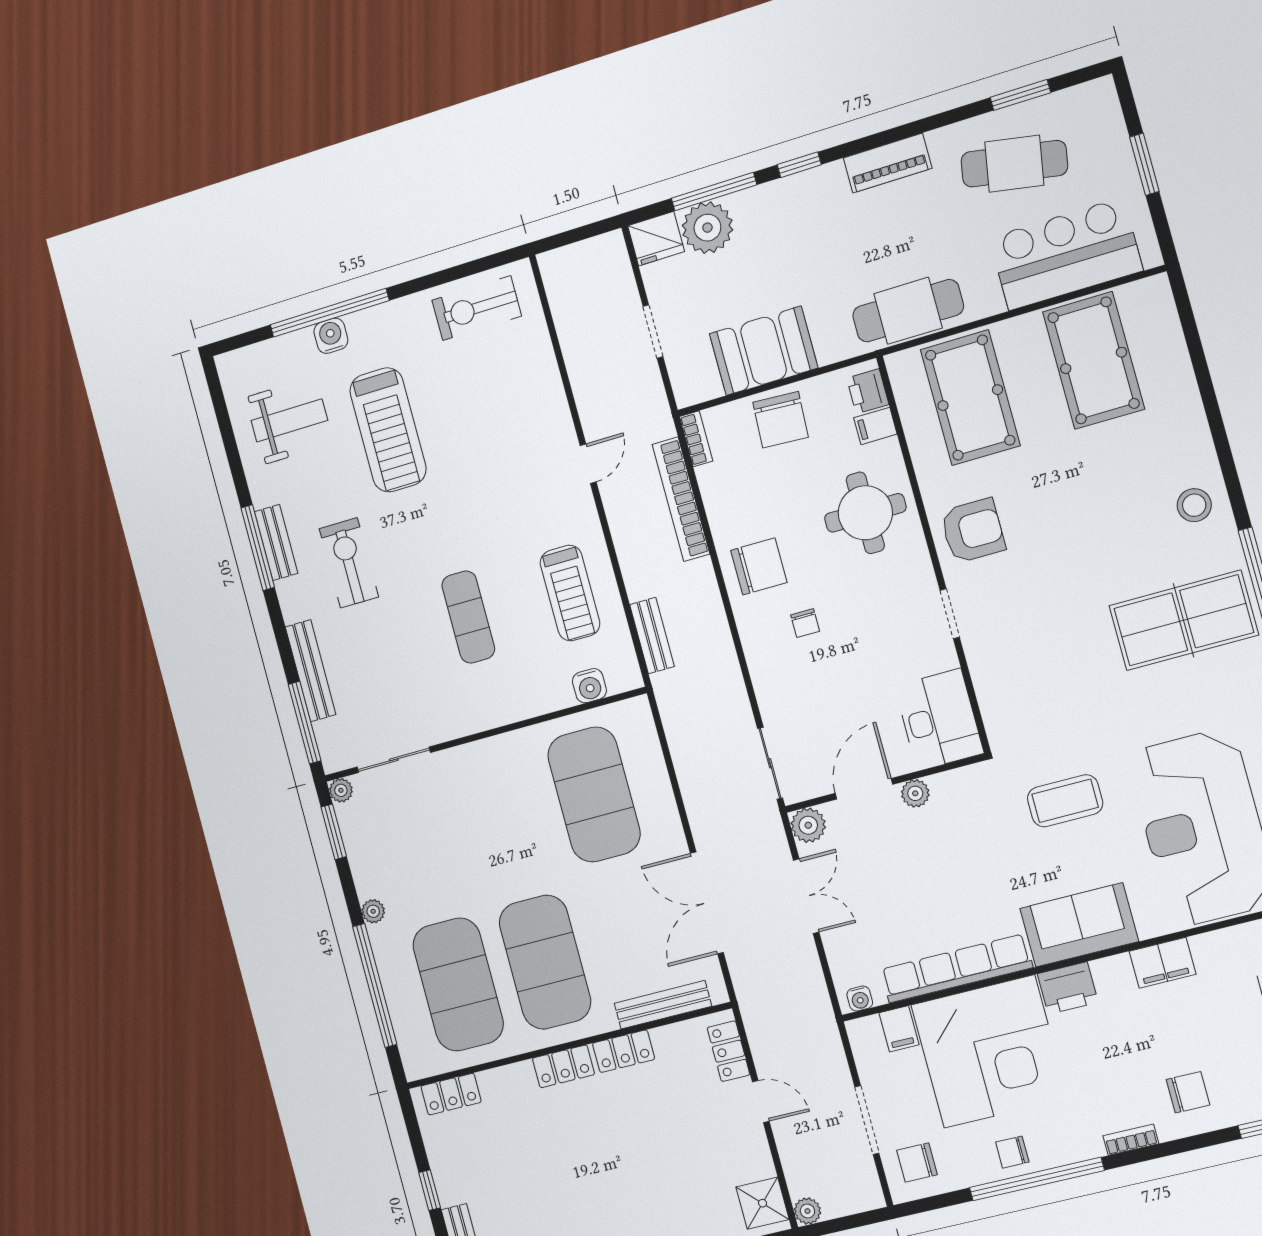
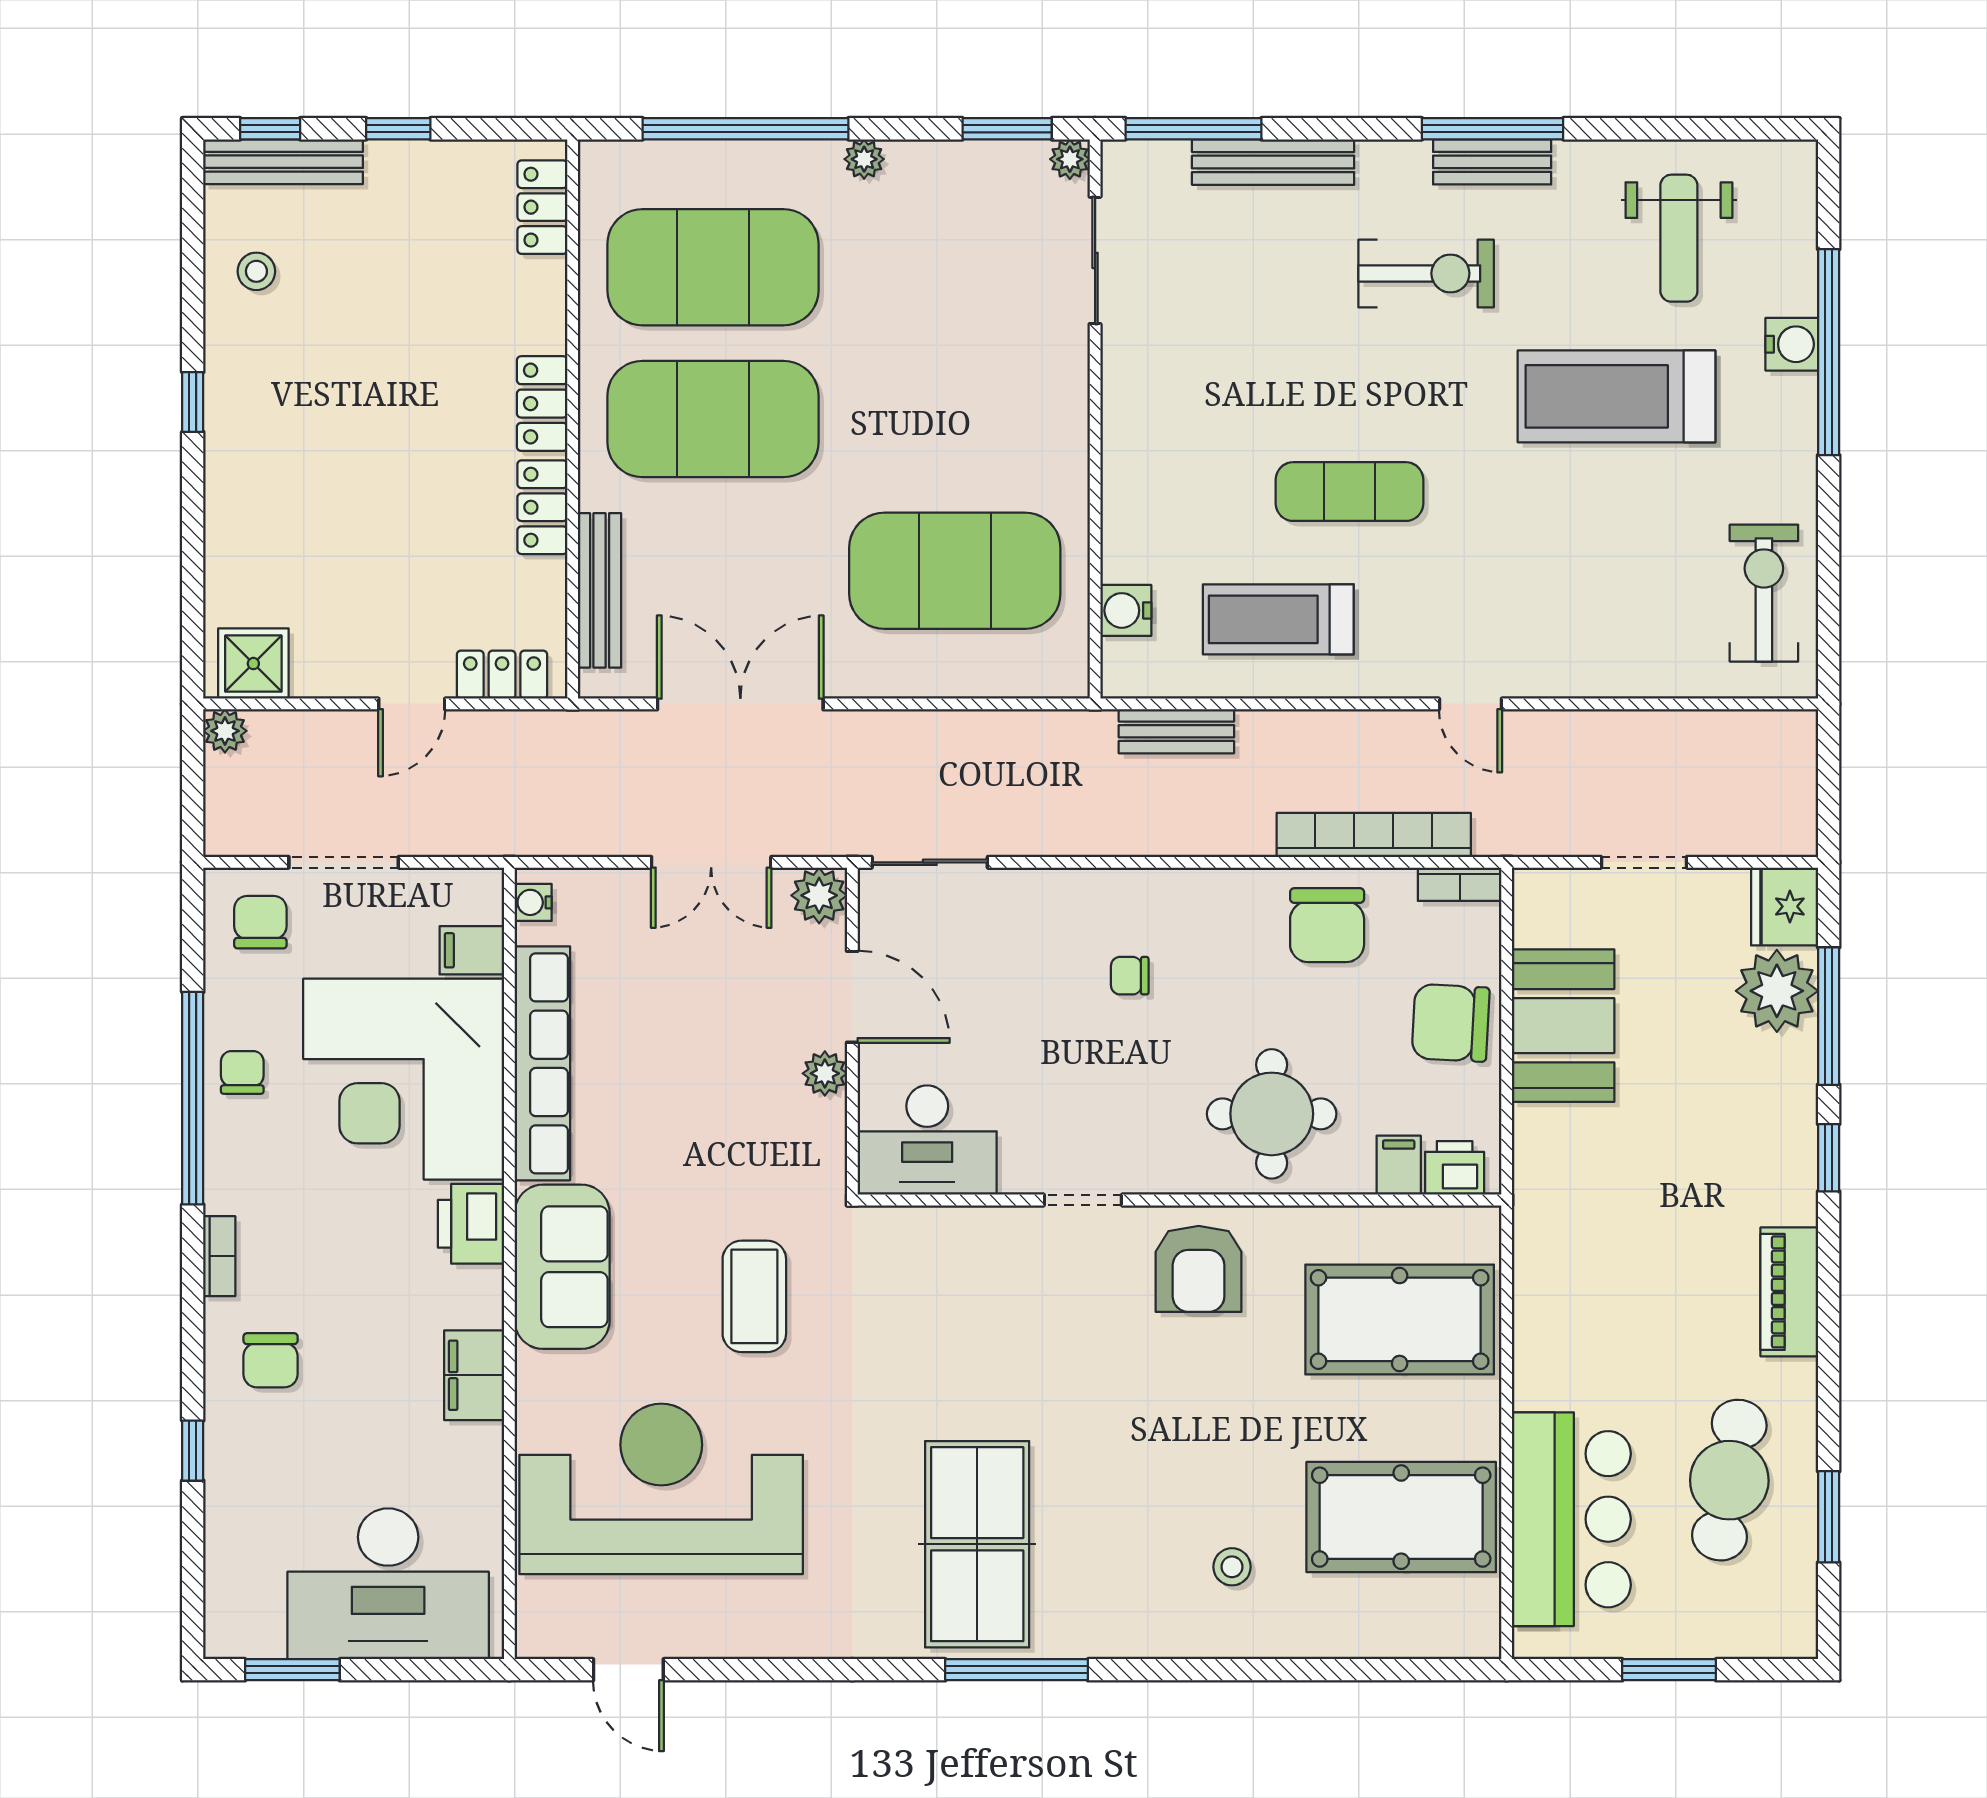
cafe table: (908, 311) -> (1558, 1262), removed
stool: (1194, 505) -> (1232, 1567), moved, width x0.73, depth x0.73
chair: (759, 566) -> (1327, 925), moved
exercise mat: (468, 617) -> (1349, 492), moved

